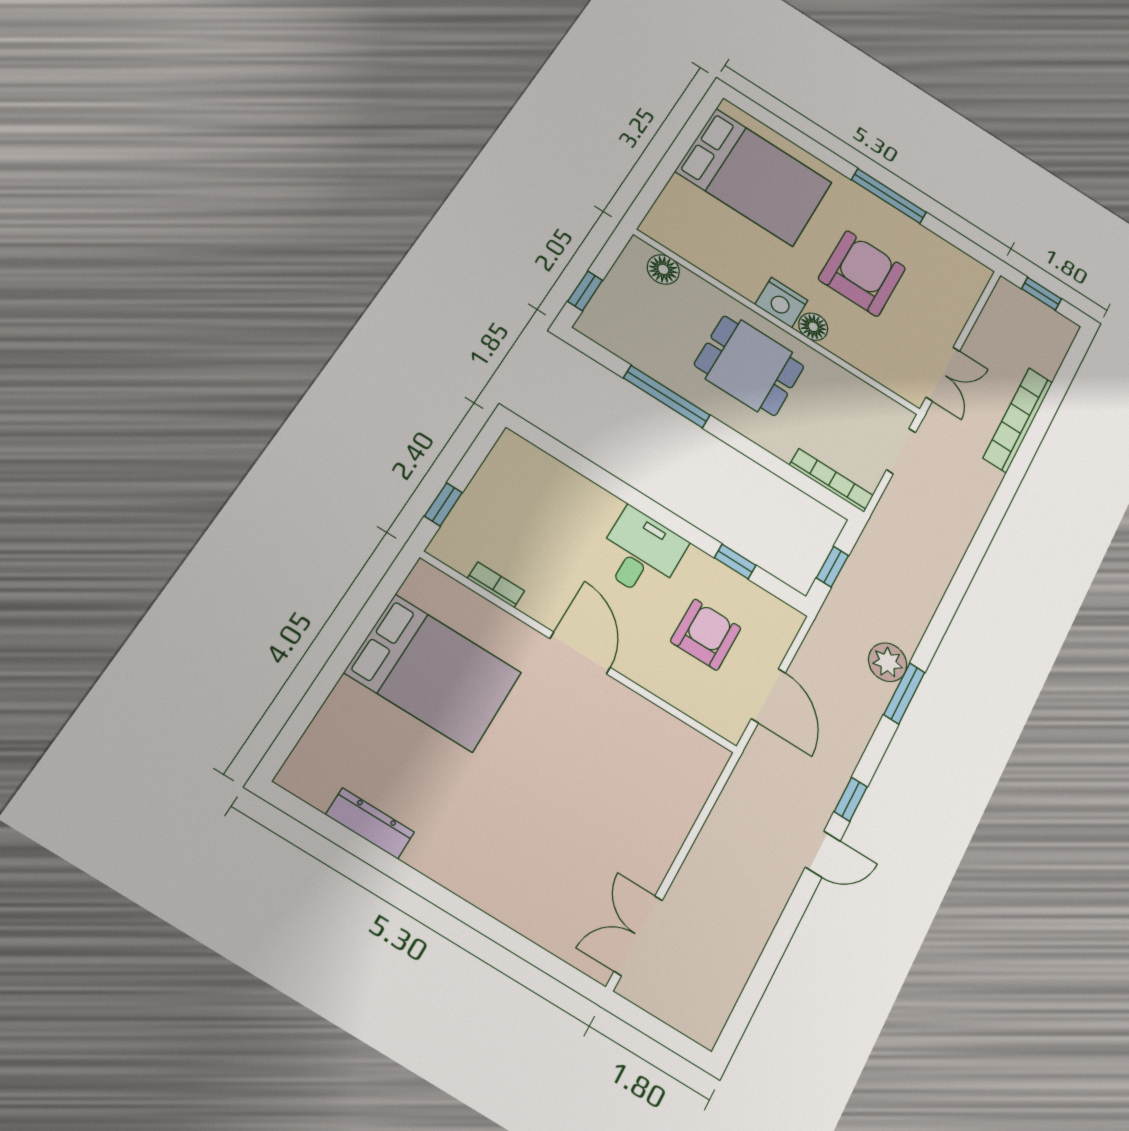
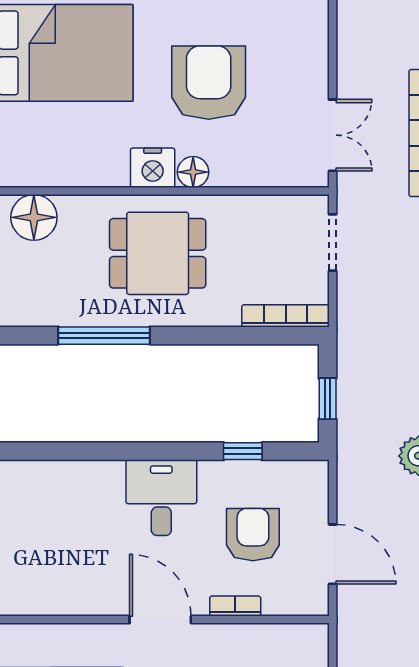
floor lamp: (663, 269) -> (34, 217), width x1.38, depth x1.38
bookcase: (496, 585) -> (235, 606), moved

